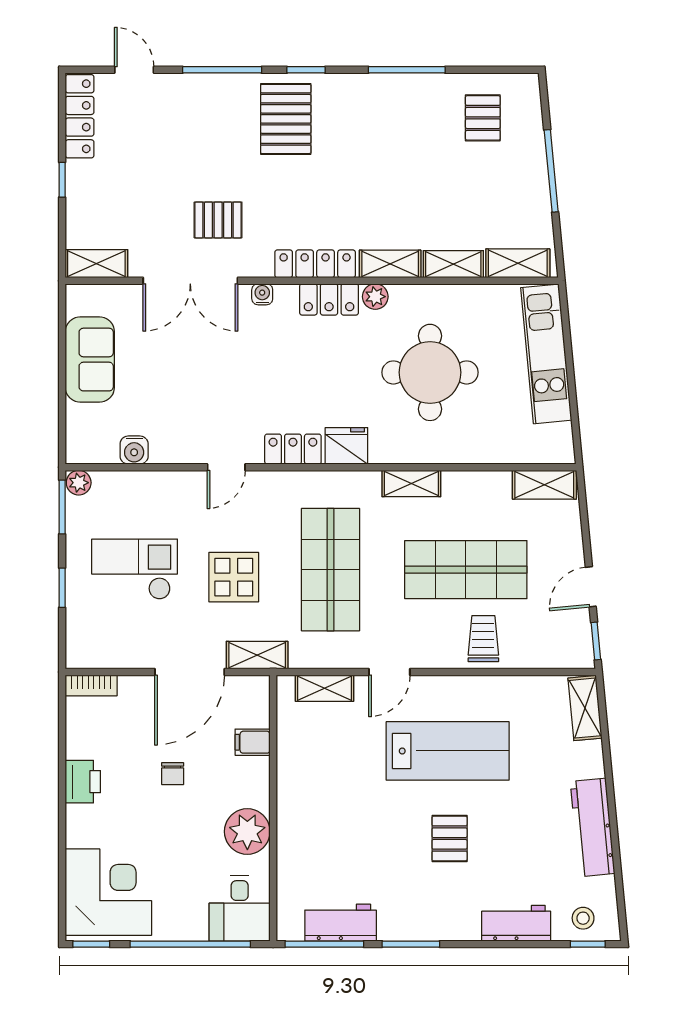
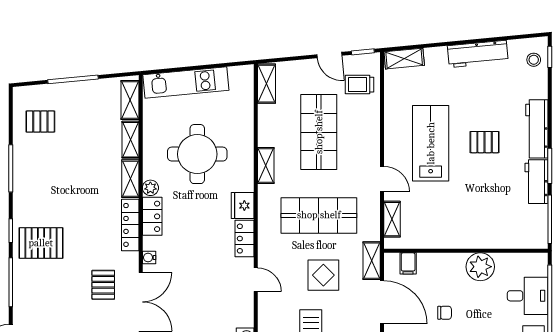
trolley: (483, 639) -> (359, 85), moved
filing cabinet: (253, 742) -> (408, 263), moved
desk: (240, 908) -> (528, 296), moved
workbench: (341, 923) -> (536, 182), moved
workbench: (516, 923) -> (537, 129), moved, width x1.38

